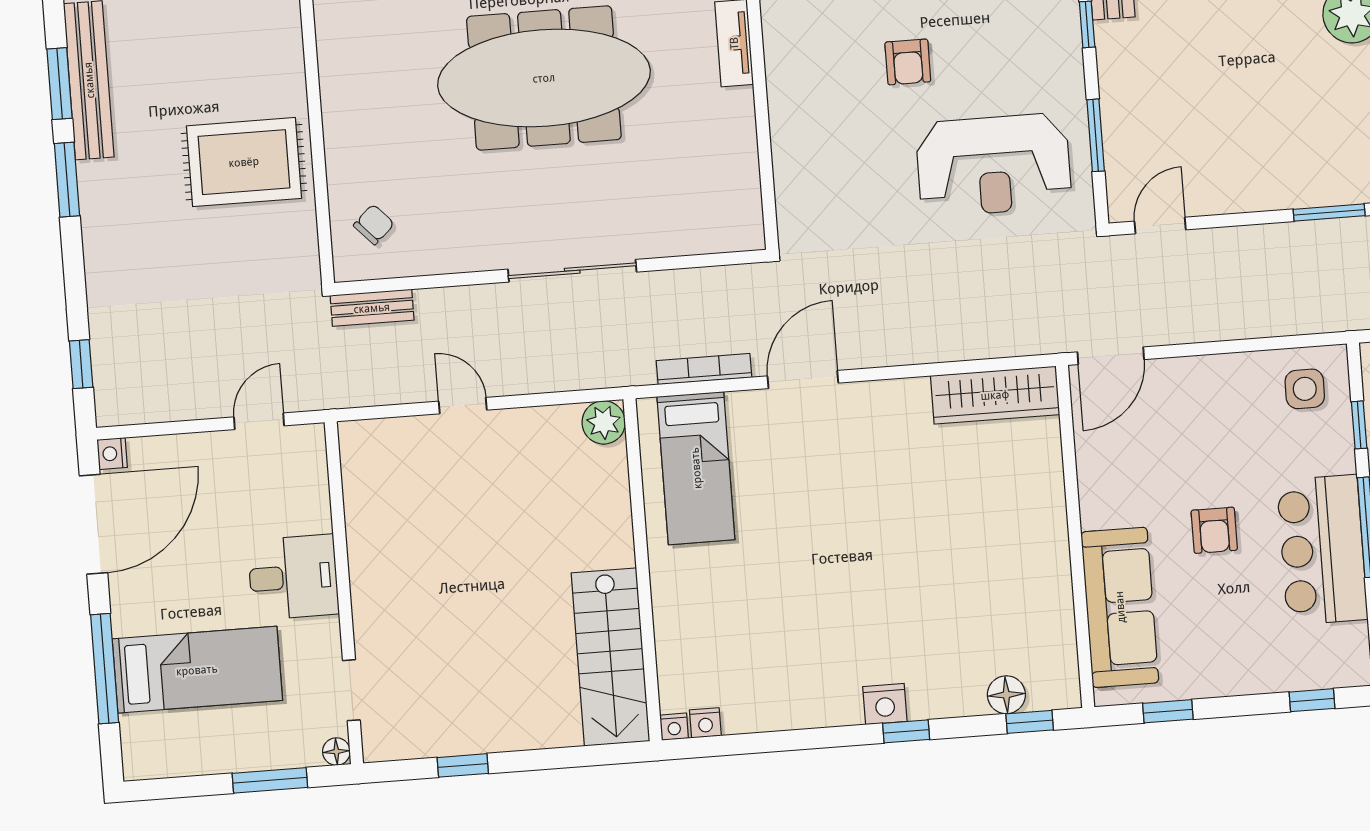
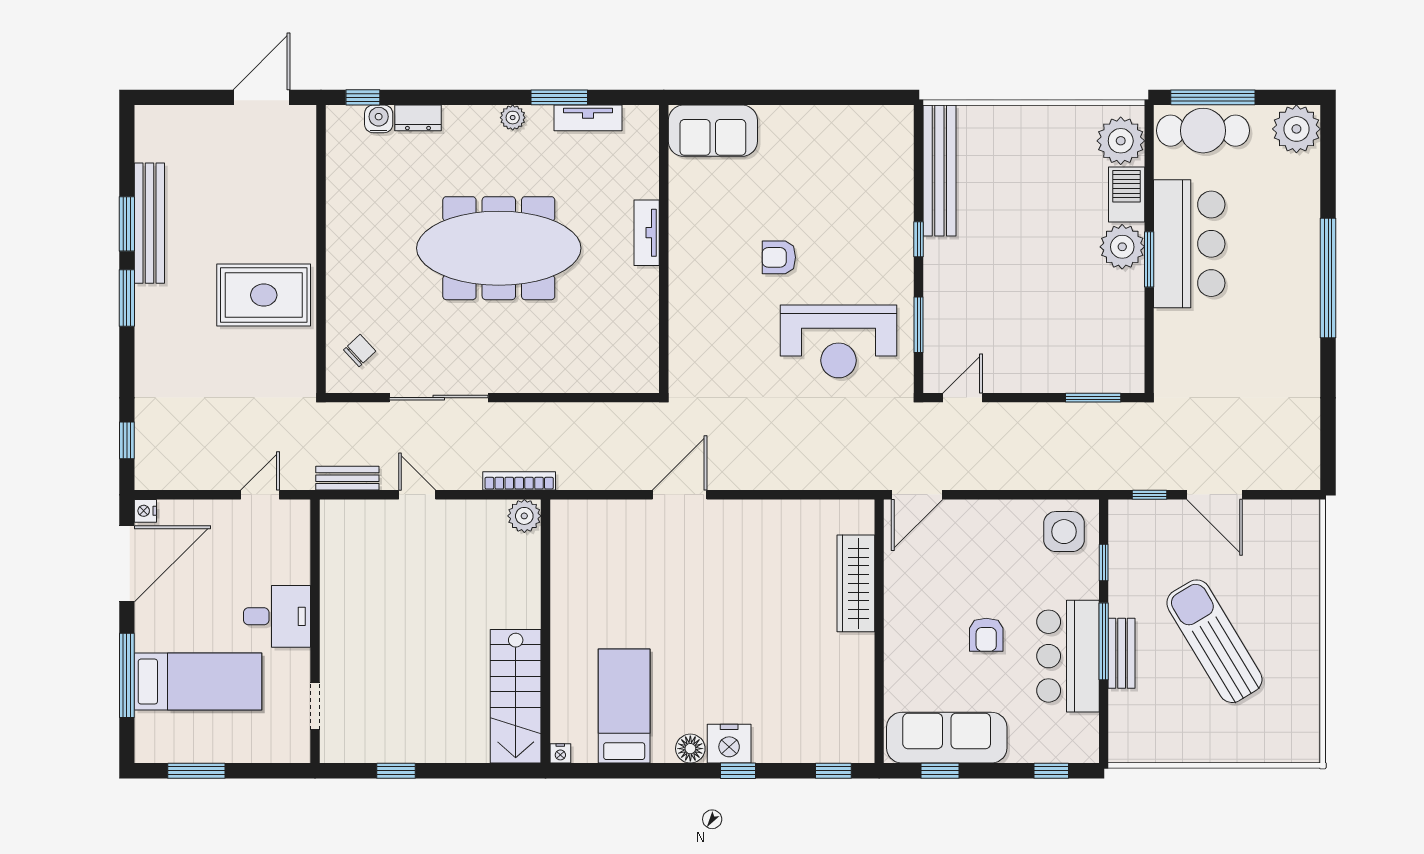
armchair: (908, 62) -> (779, 257), turned 90
sliding door: (572, 271) -> (439, 398), moved
bench: (372, 308) -> (347, 478), moved
bookcase: (704, 369) -> (519, 481), moved
side table: (1305, 389) -> (1064, 532), width x1.37, depth x1.37
wardrobe: (995, 395) -> (856, 583), moved, turned 90
bed: (696, 468) -> (624, 706), moved, turned 180
sofa: (1120, 607) -> (947, 738), moved, turned -90
floor lamp: (1006, 695) -> (690, 749), moved
nightstand: (885, 704) -> (729, 744), width x1.36, depth x1.33
nightstand: (705, 723) -> (585, 752), removed
floor lamp: (336, 752) -> (300, 753), removed
window: (270, 780) -> (196, 771), moved

